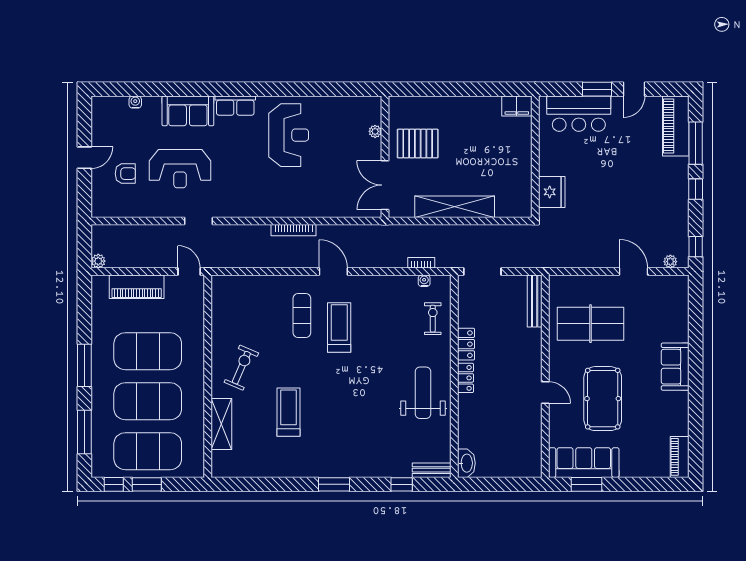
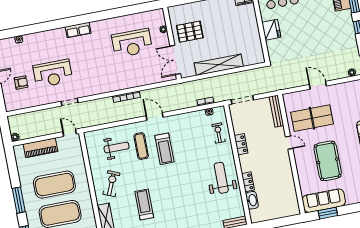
sofa: (188, 111) -> (51, 39), removed
reception desk: (289, 135) -> (132, 43), moved, turned 90
fridge: (552, 192) -> (271, 30), moved
door: (633, 272) -> (318, 85), moved
weight bench: (261, 310) -> (117, 148), added
treadmill: (339, 327) -> (164, 149), turned 180
locker: (465, 378) -> (248, 182), moved
door: (545, 392) -> (289, 143), moved
washbasin: (466, 463) -> (252, 200), moved

